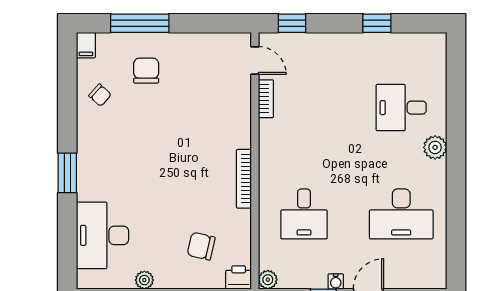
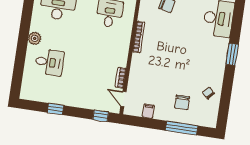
filing cabinet: (86, 45) -> (148, 111), moved

